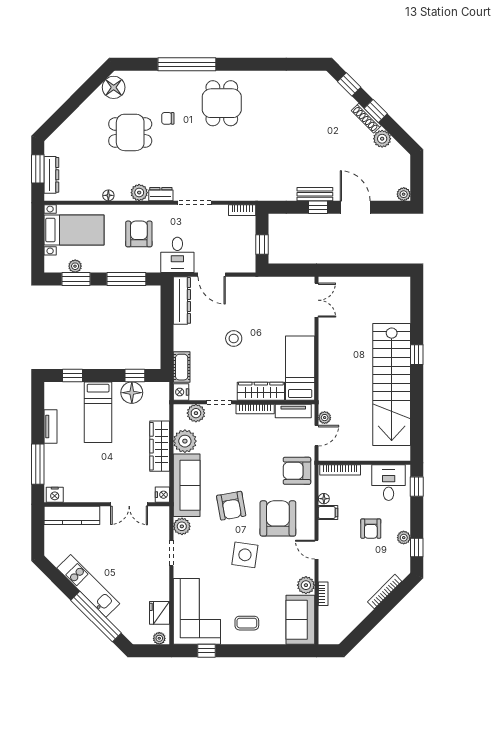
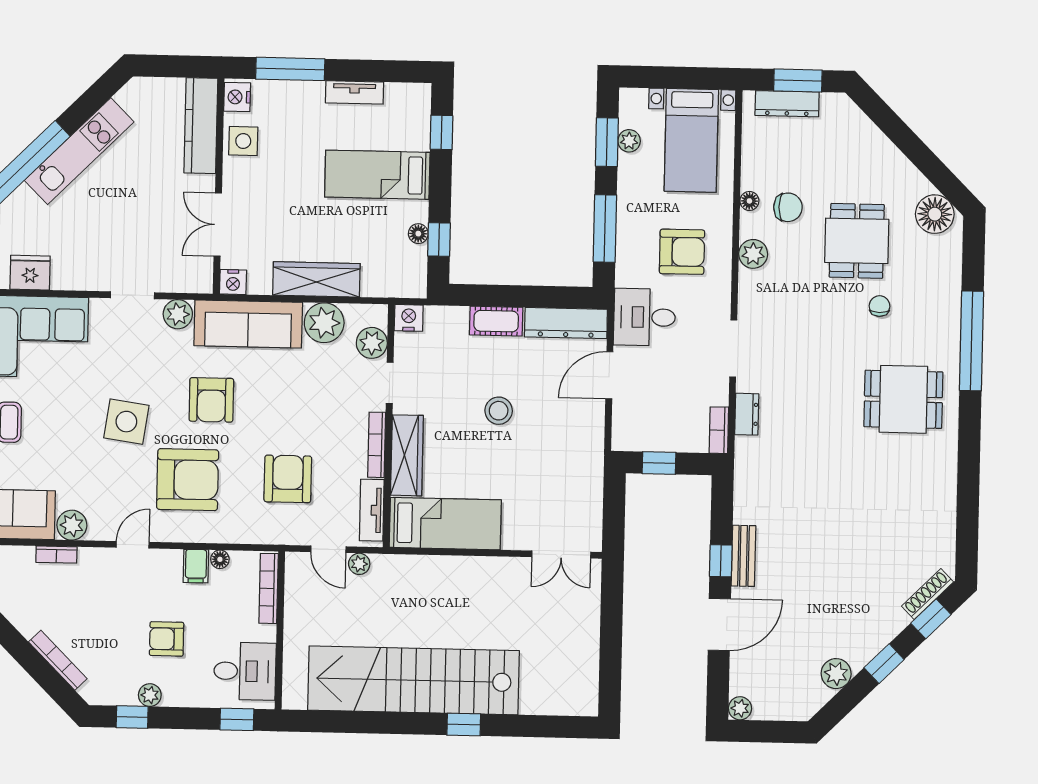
shoe rack: (366, 118) -> (928, 594), moved
chair: (112, 173) -> (788, 207), added
dresser: (161, 194) -> (747, 414), moved
cot: (182, 367) -> (496, 321), moved
floor lamp: (132, 393) -> (418, 234), width x0.53, depth x0.53
armchair: (297, 471) -> (288, 479), moved
side table: (80, 491) -> (243, 141), added
armchair: (231, 506) -> (211, 400), turned -80

